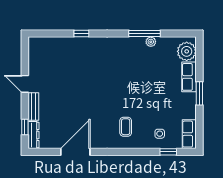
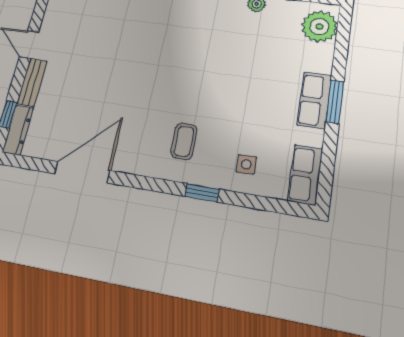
row of seats: (189, 77) -> (314, 100), moved
window: (168, 152) -> (202, 193), moved

